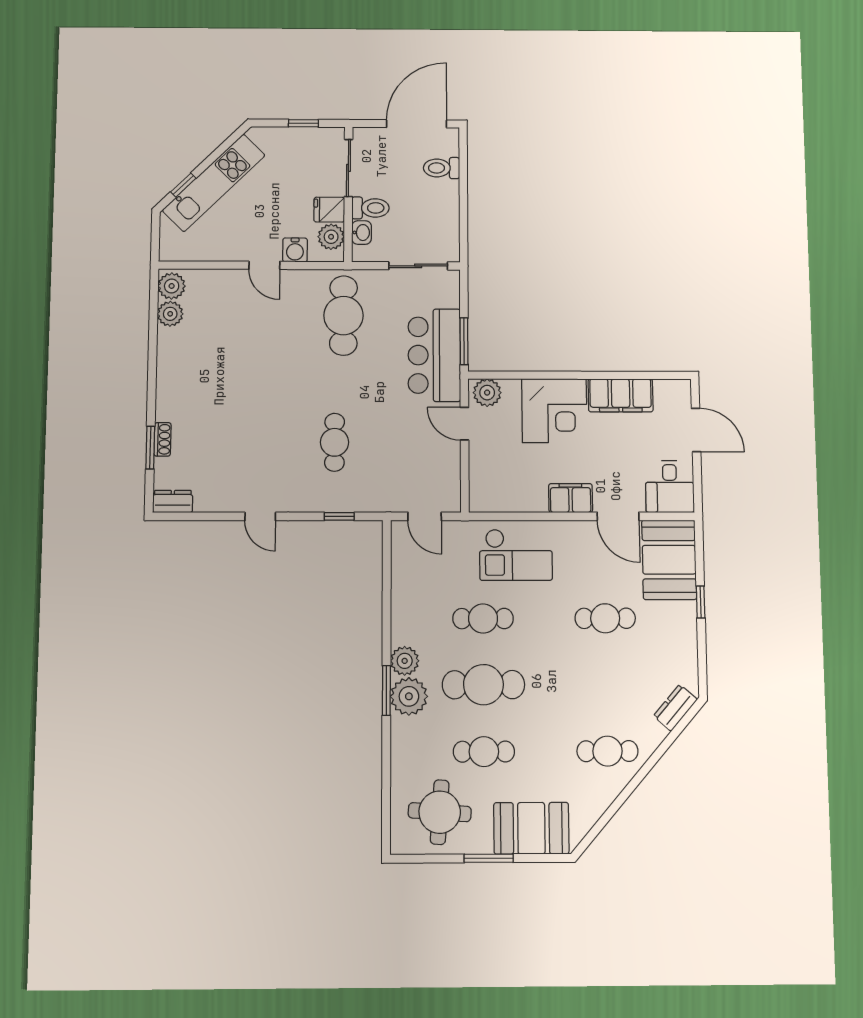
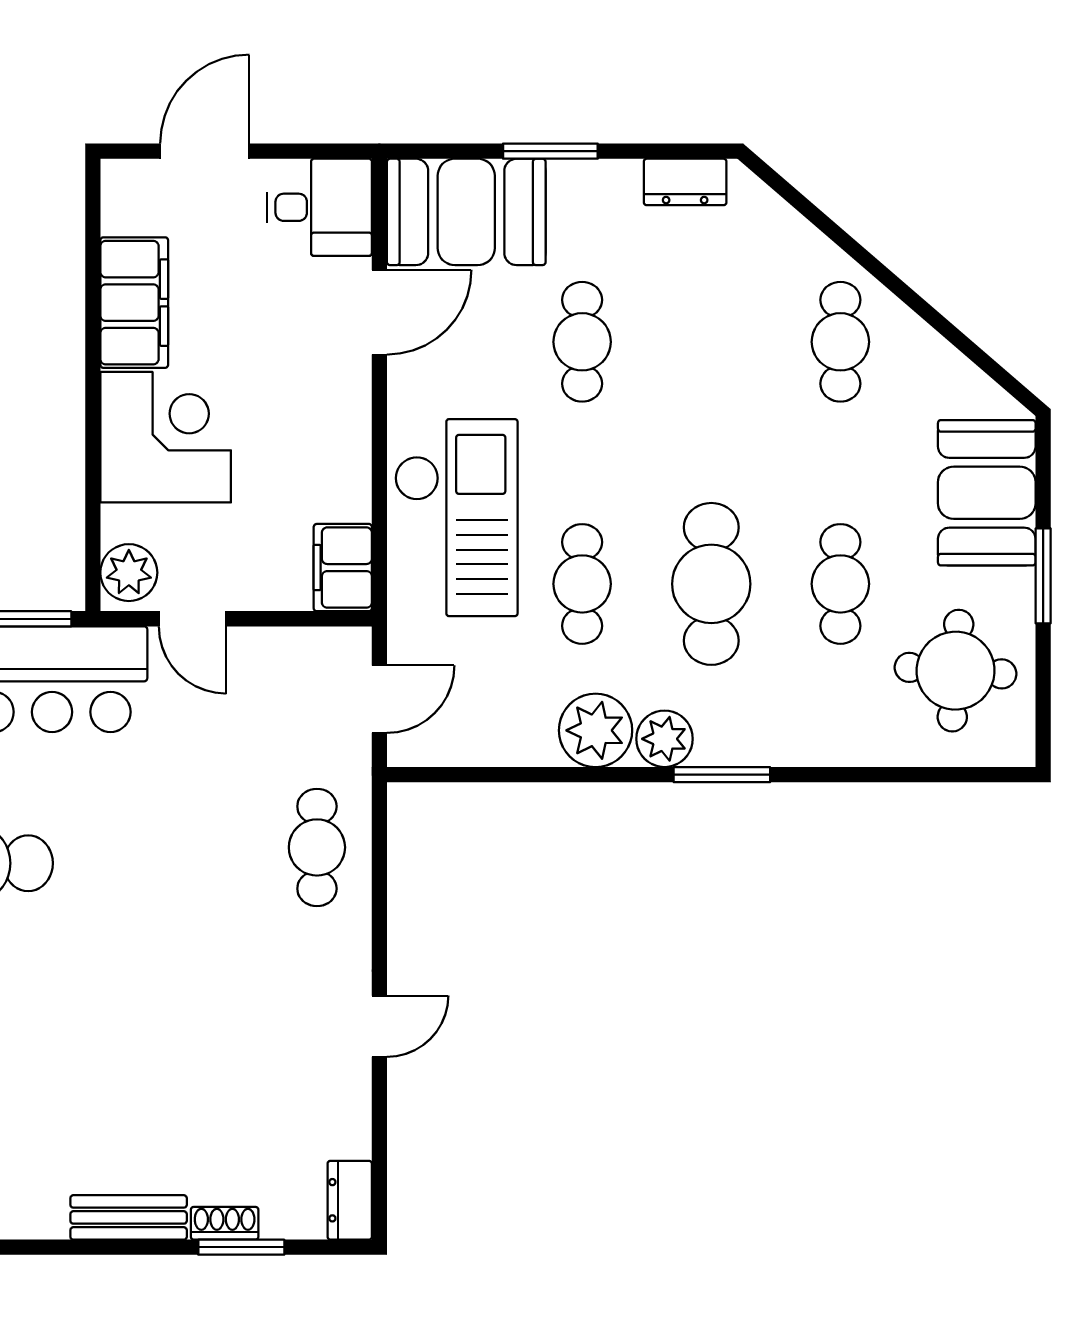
bench: (166, 392) -> (129, 1217), added
door: (464, 424) -> (192, 619), hinge flipped
cafe table: (335, 442) -> (317, 847), moved, turned 90
filing cabinet: (571, 498) -> (343, 568), moved
window: (339, 516) -> (379, 869), removed
checkout: (516, 555) -> (456, 518), width x1.36, depth x1.21
window: (701, 602) -> (550, 151), width x1.50
plant: (409, 696) -> (596, 730), moved
dresser: (675, 708) -> (685, 182), moved, turned -41

